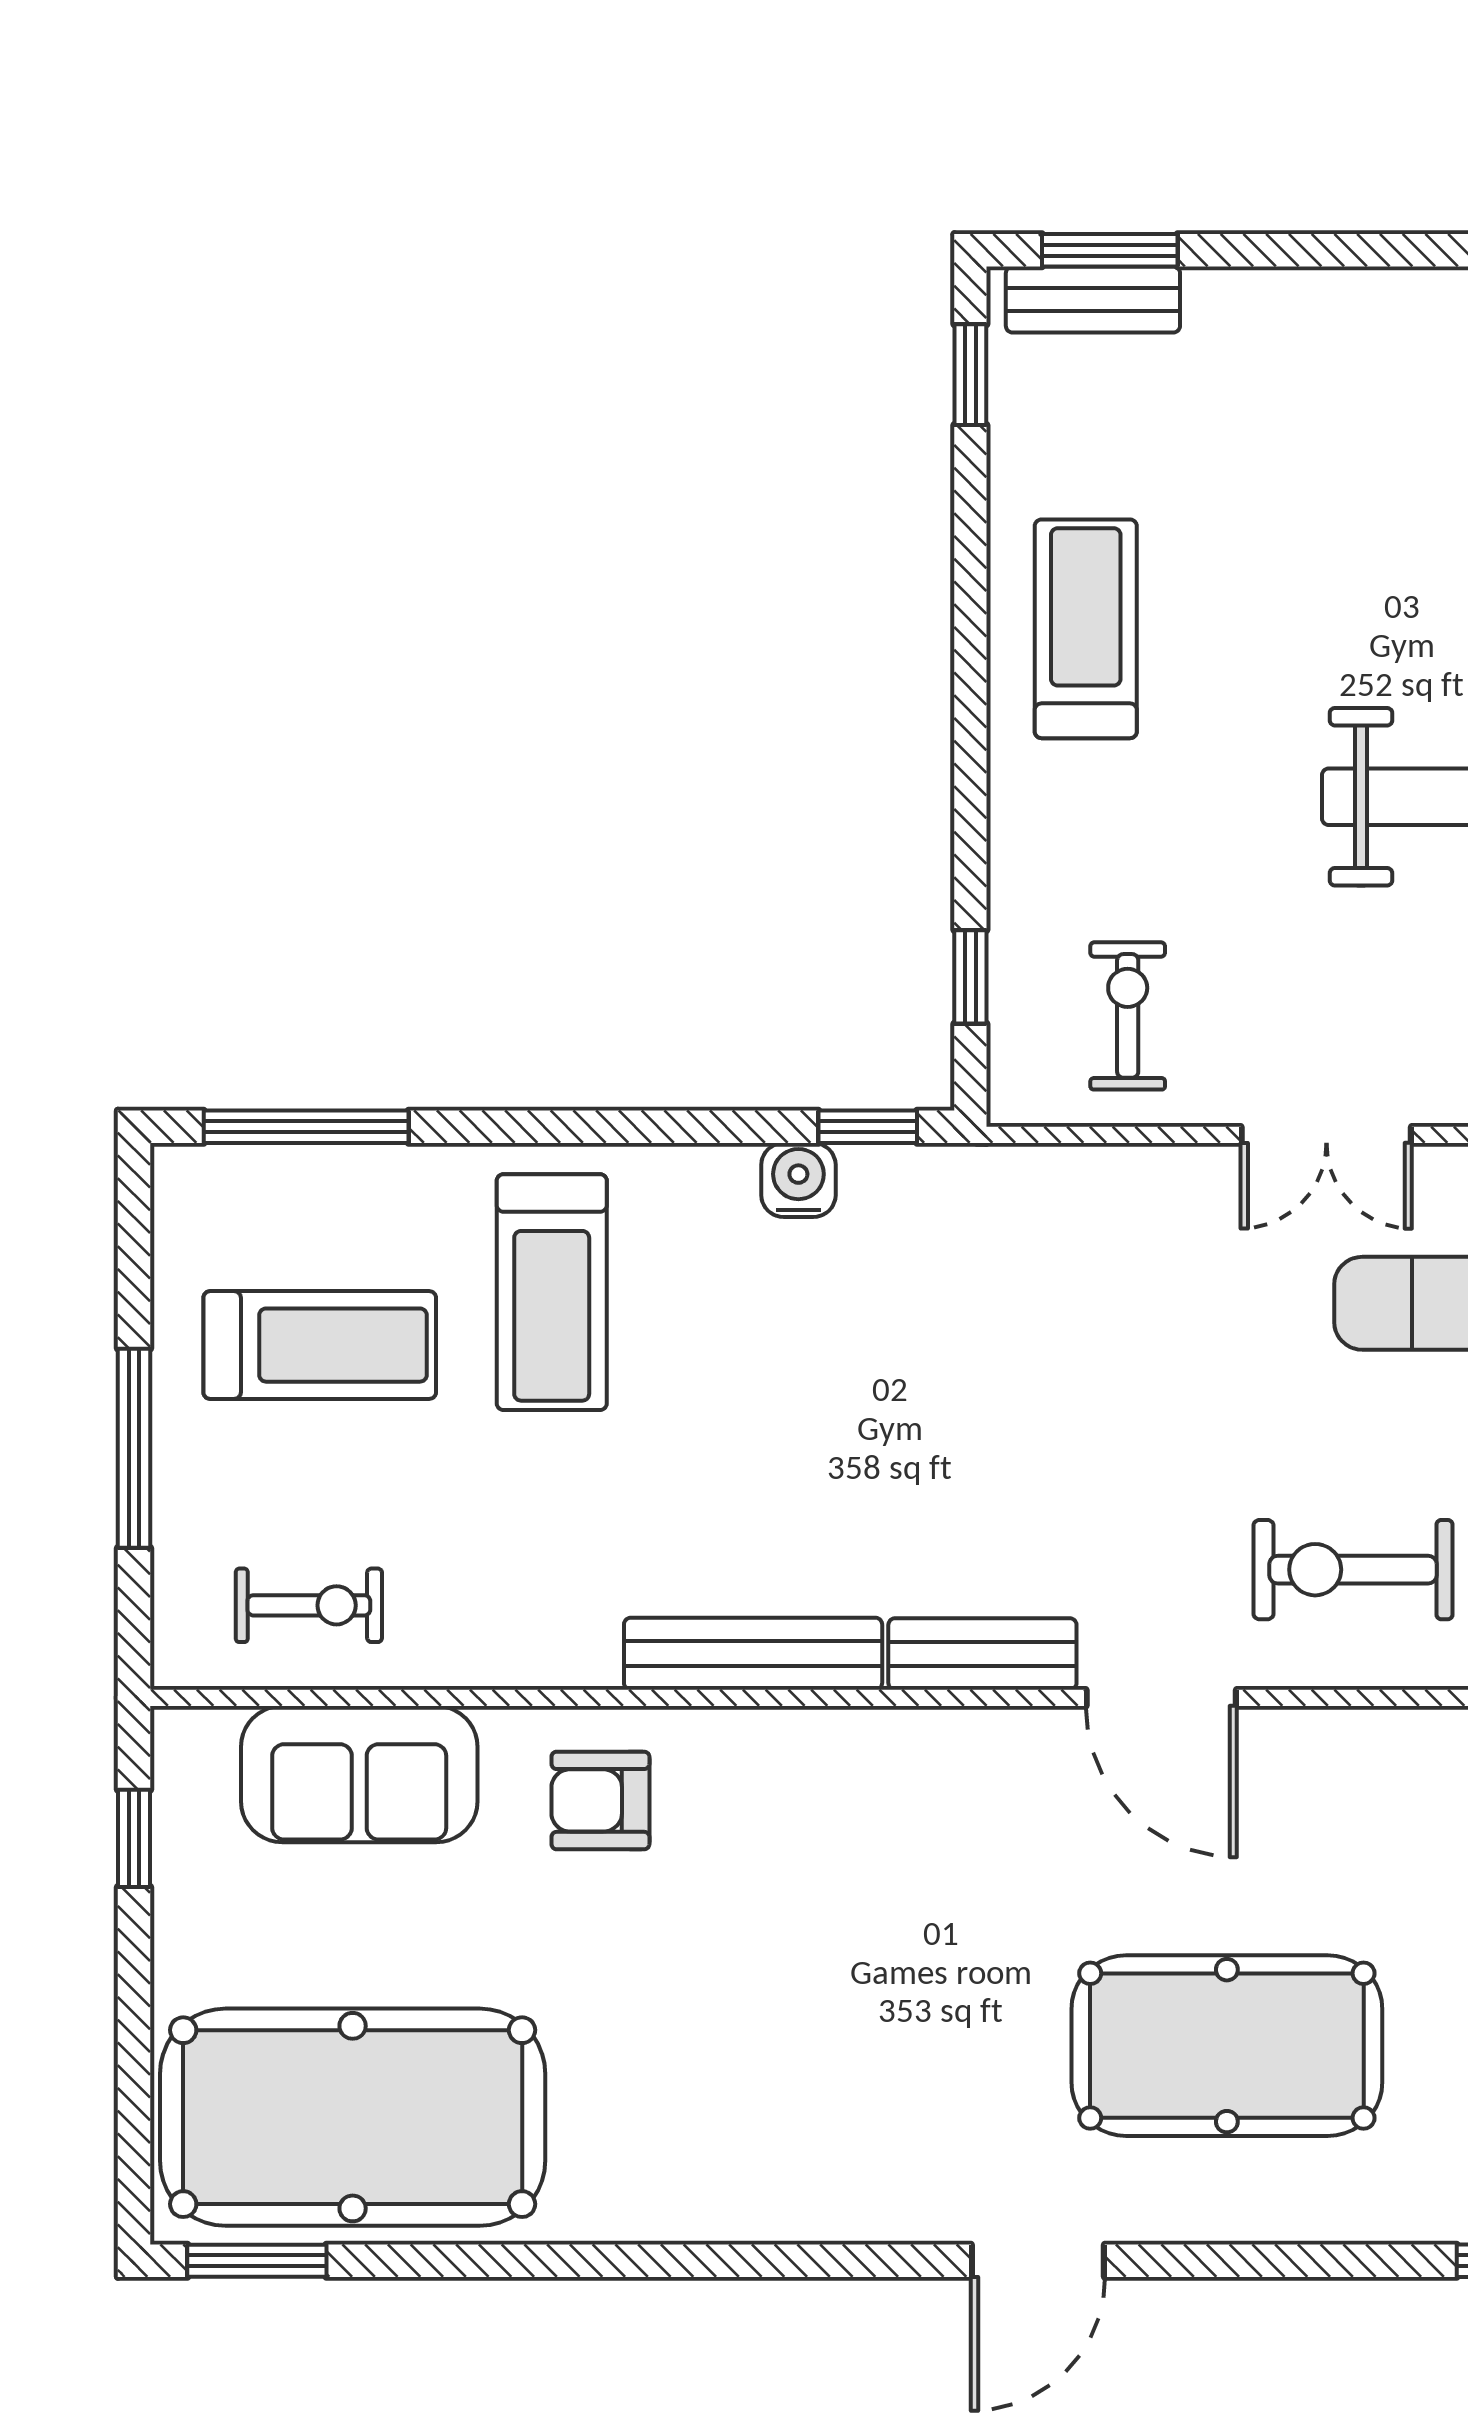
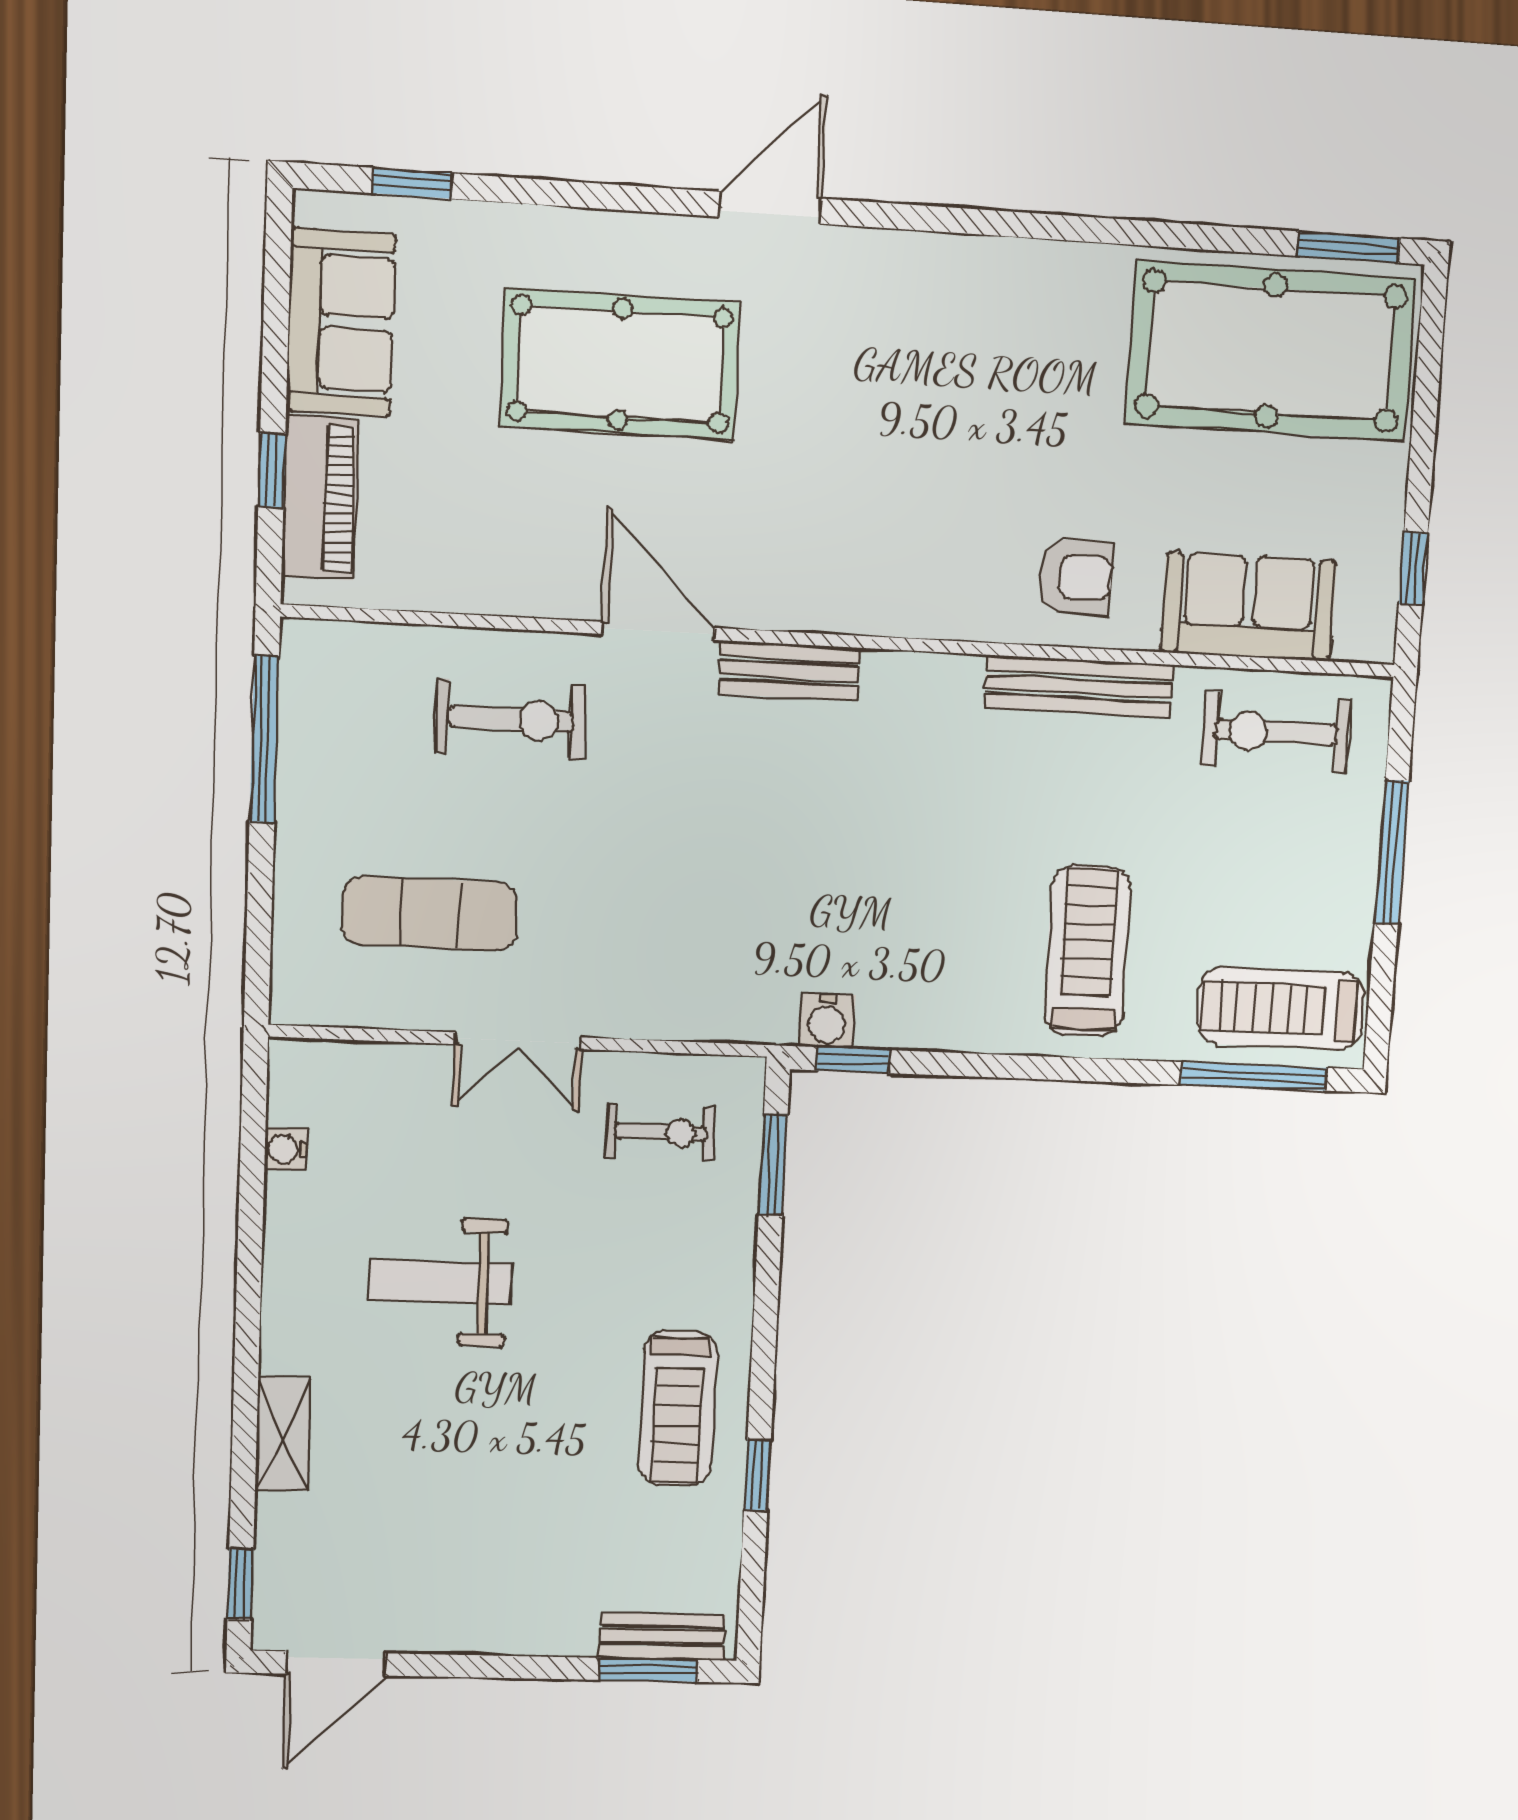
window: (970, 375) -> (757, 1475), moved
window: (970, 977) -> (773, 1165), width x1.50
exercise bike: (1128, 1016) -> (660, 1132), turned -90
double door: (1326, 1135) -> (518, 1041), swing flipped
water cooler: (798, 1180) -> (827, 1021), moved
treadmill: (320, 1345) -> (1281, 1008), moved
exercise bike: (309, 1605) -> (1276, 732), width x1.38, depth x1.39
bench: (753, 1654) -> (1079, 686), moved

